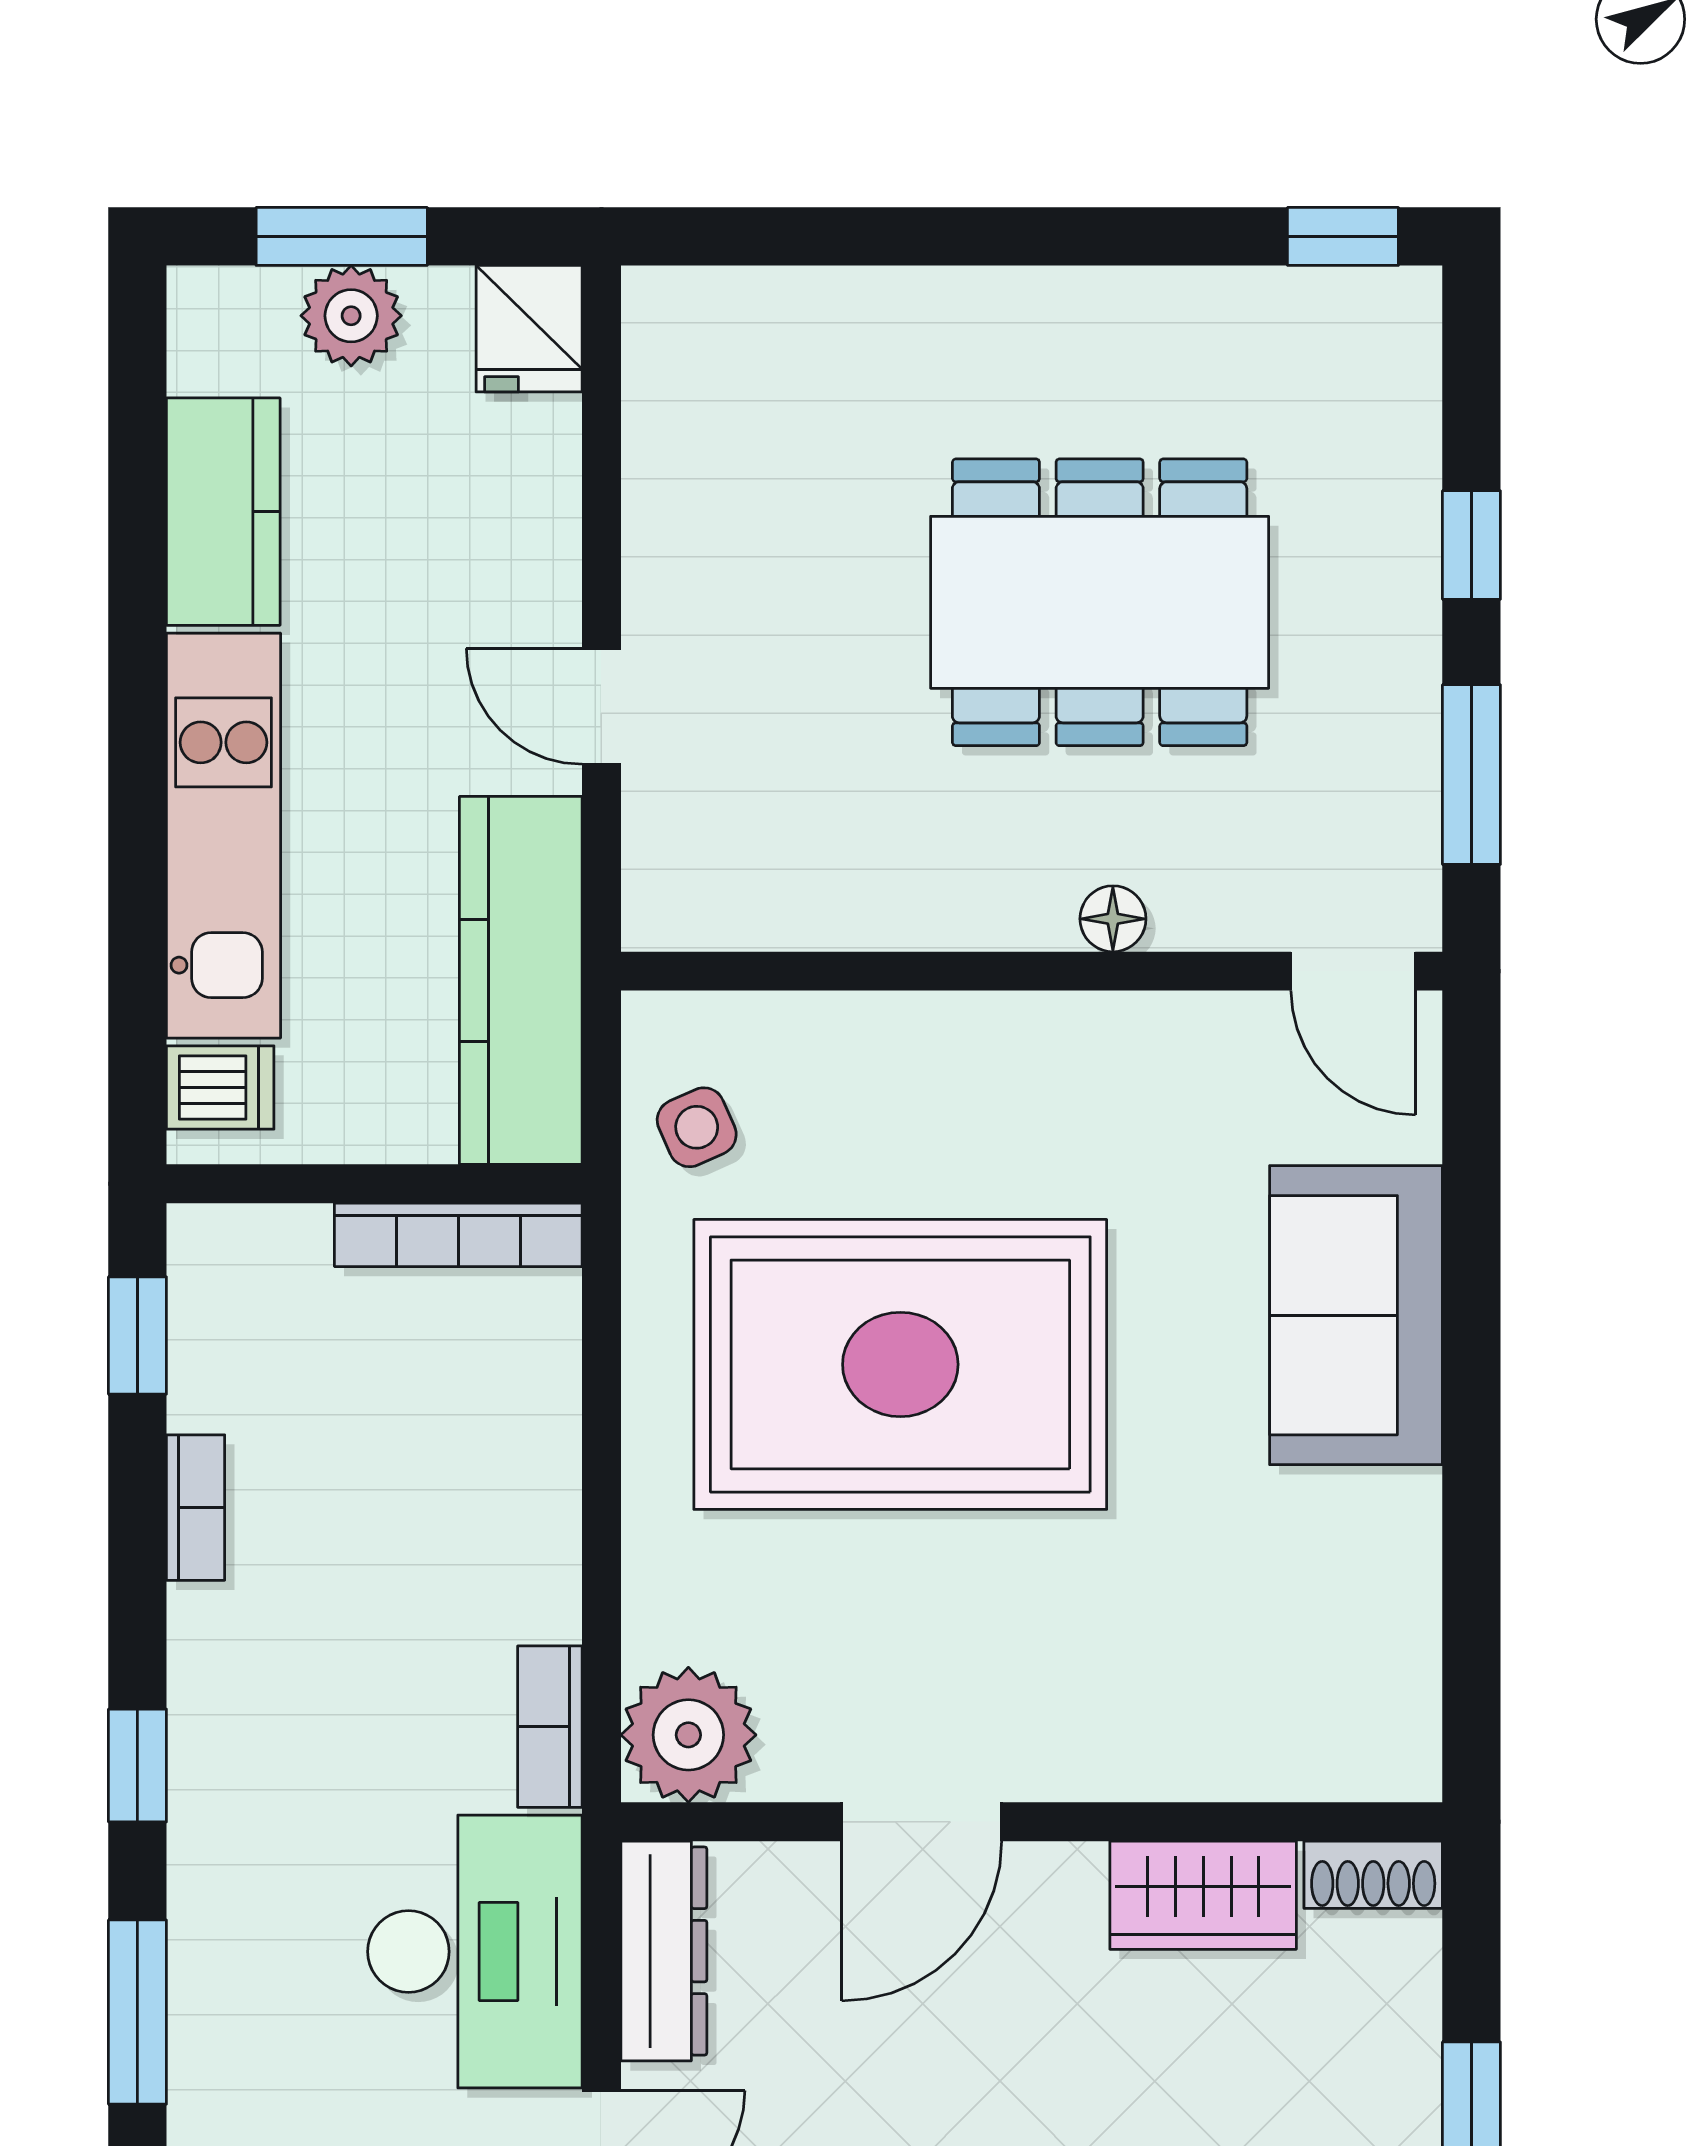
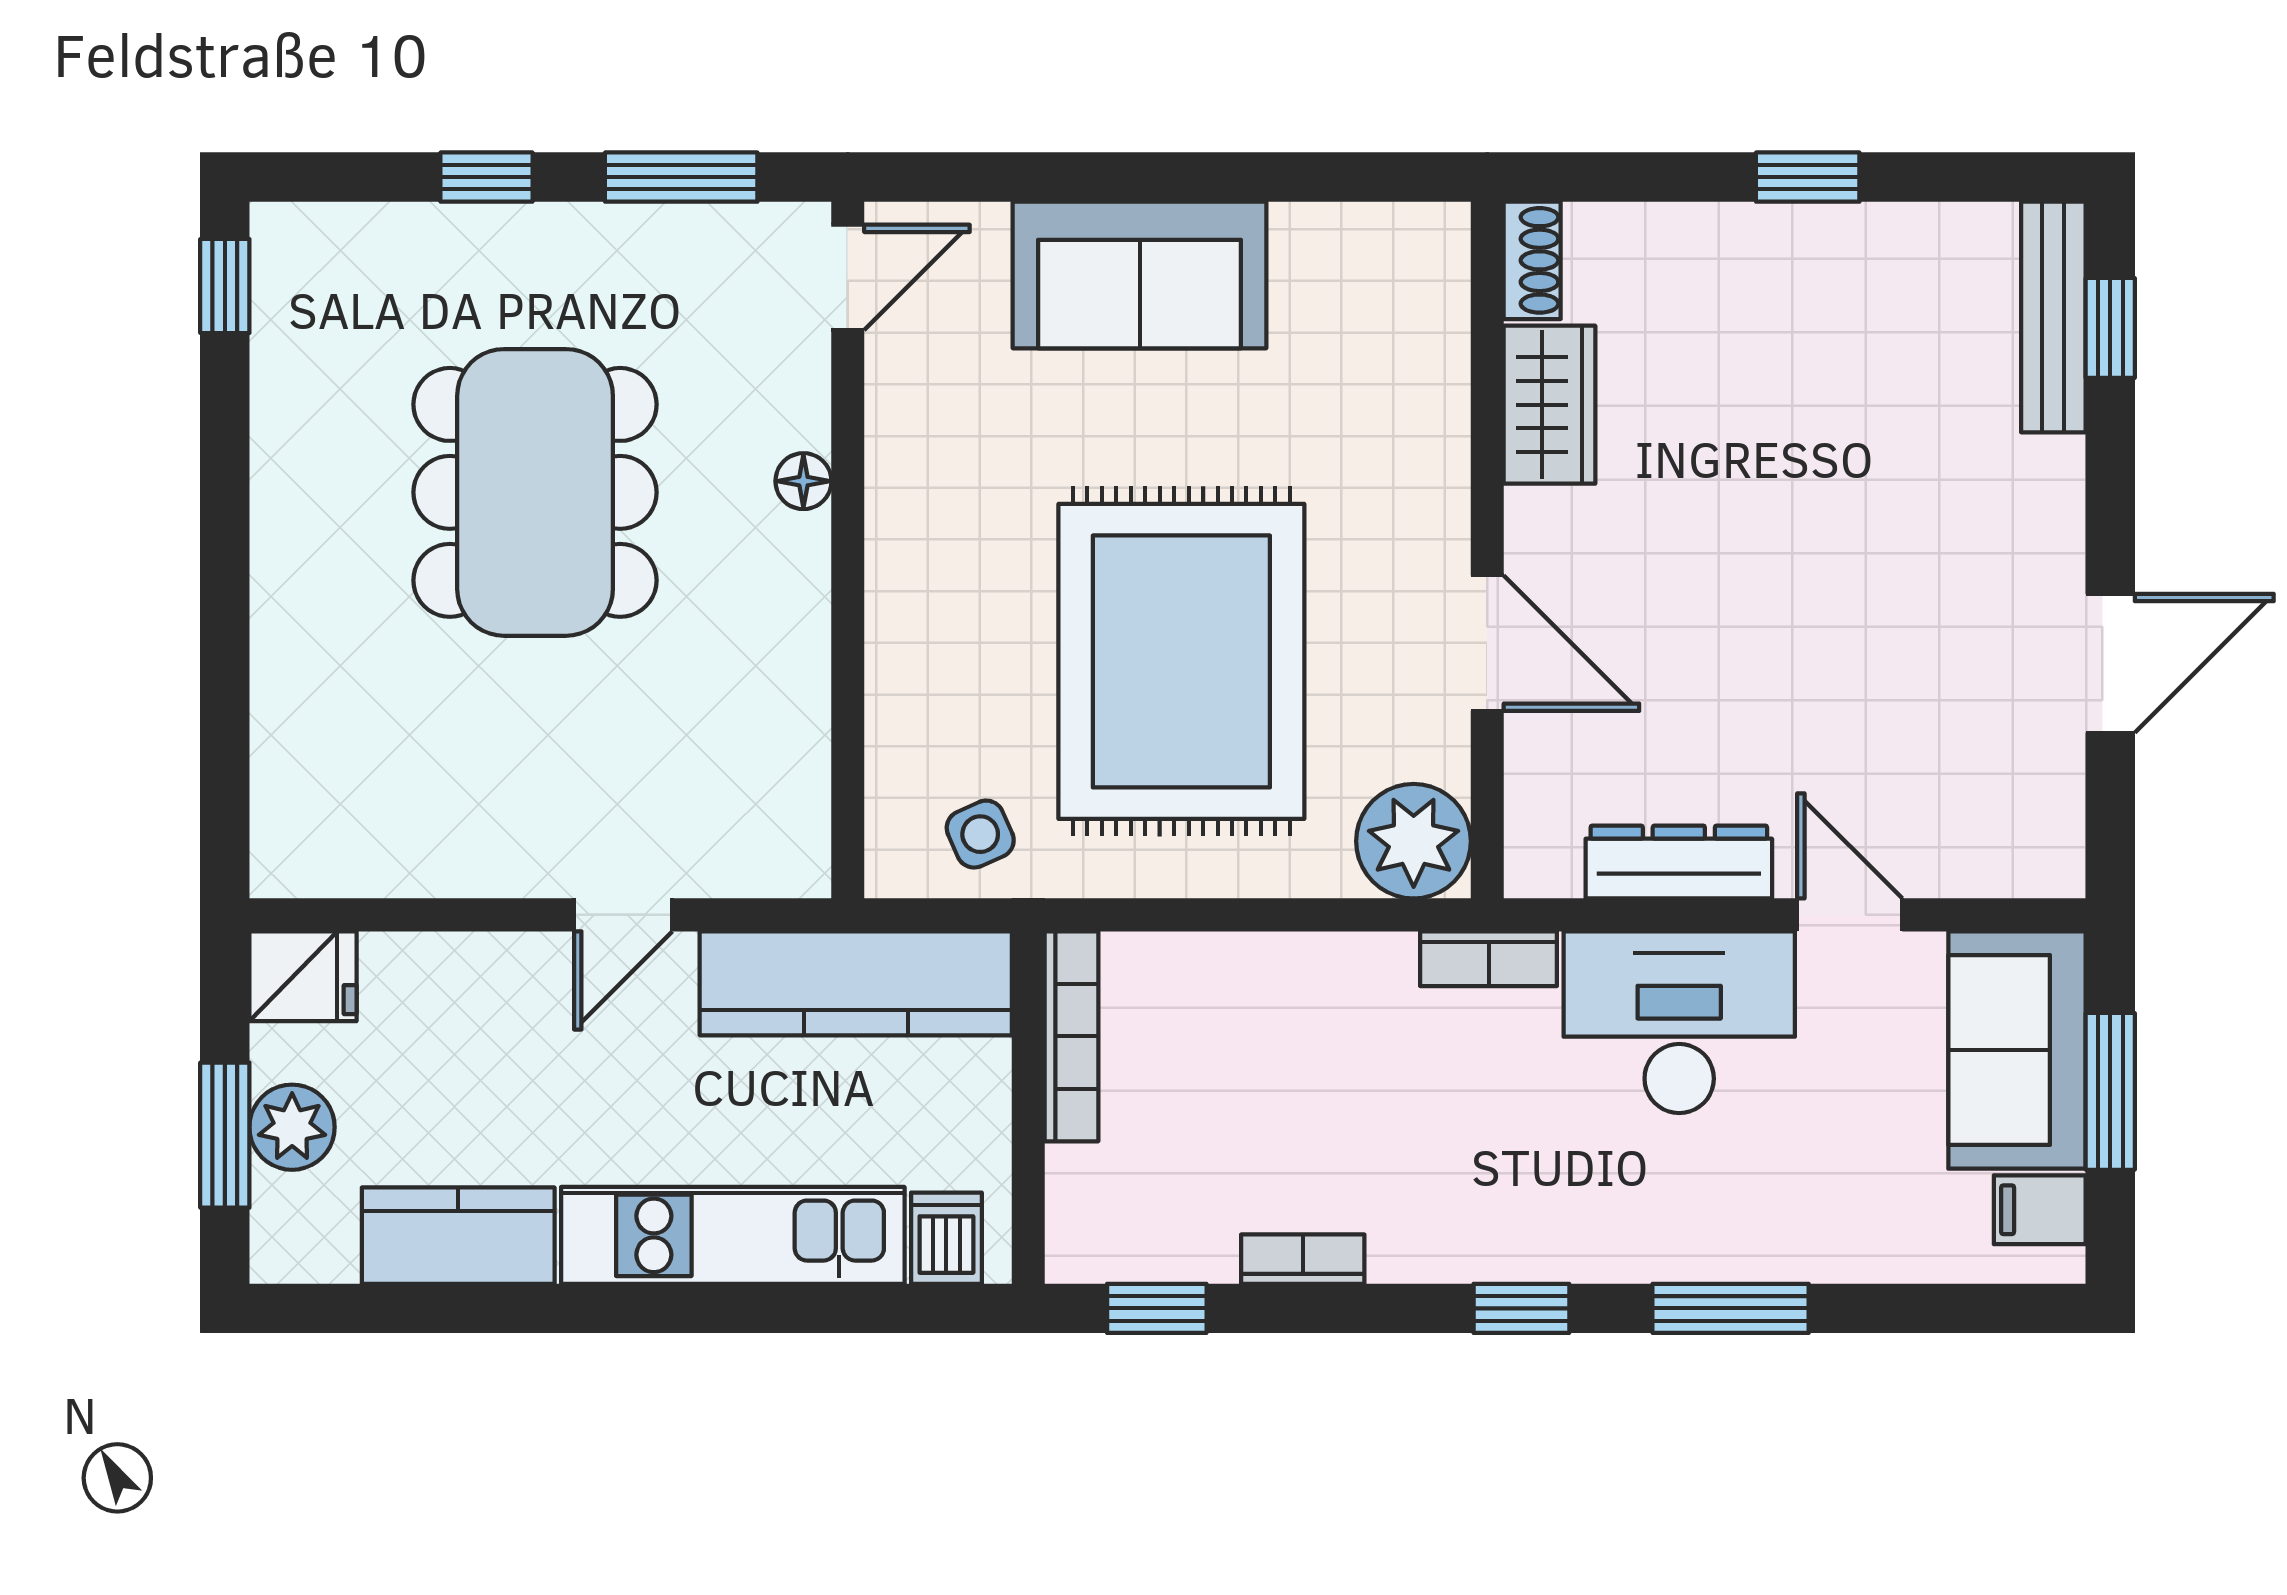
plant: (688, 1735) -> (1414, 841), moved
door: (922, 1822) -> (1487, 643), moved
wall: (1032, 1822) -> (1487, 550), moved
shoe rack: (1373, 1875) -> (1532, 260), moved
wardrobe: (1203, 1895) -> (1549, 405), moved

